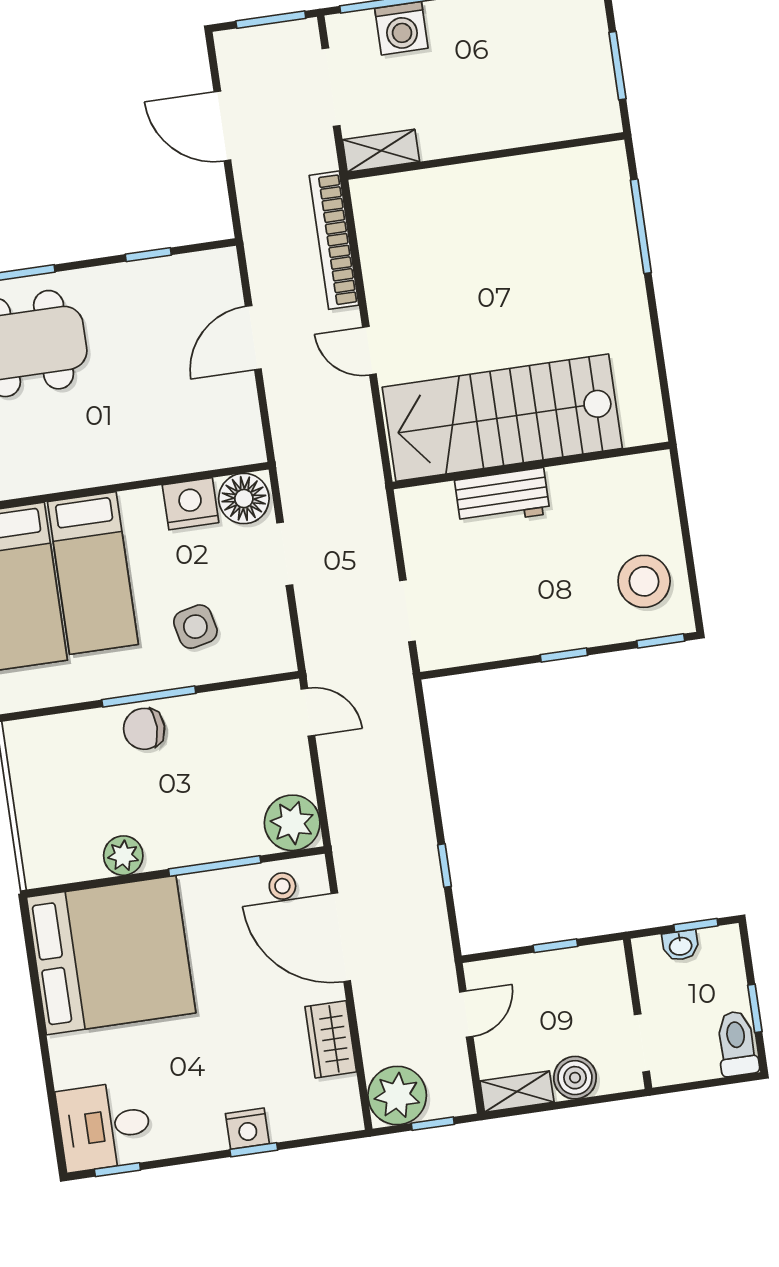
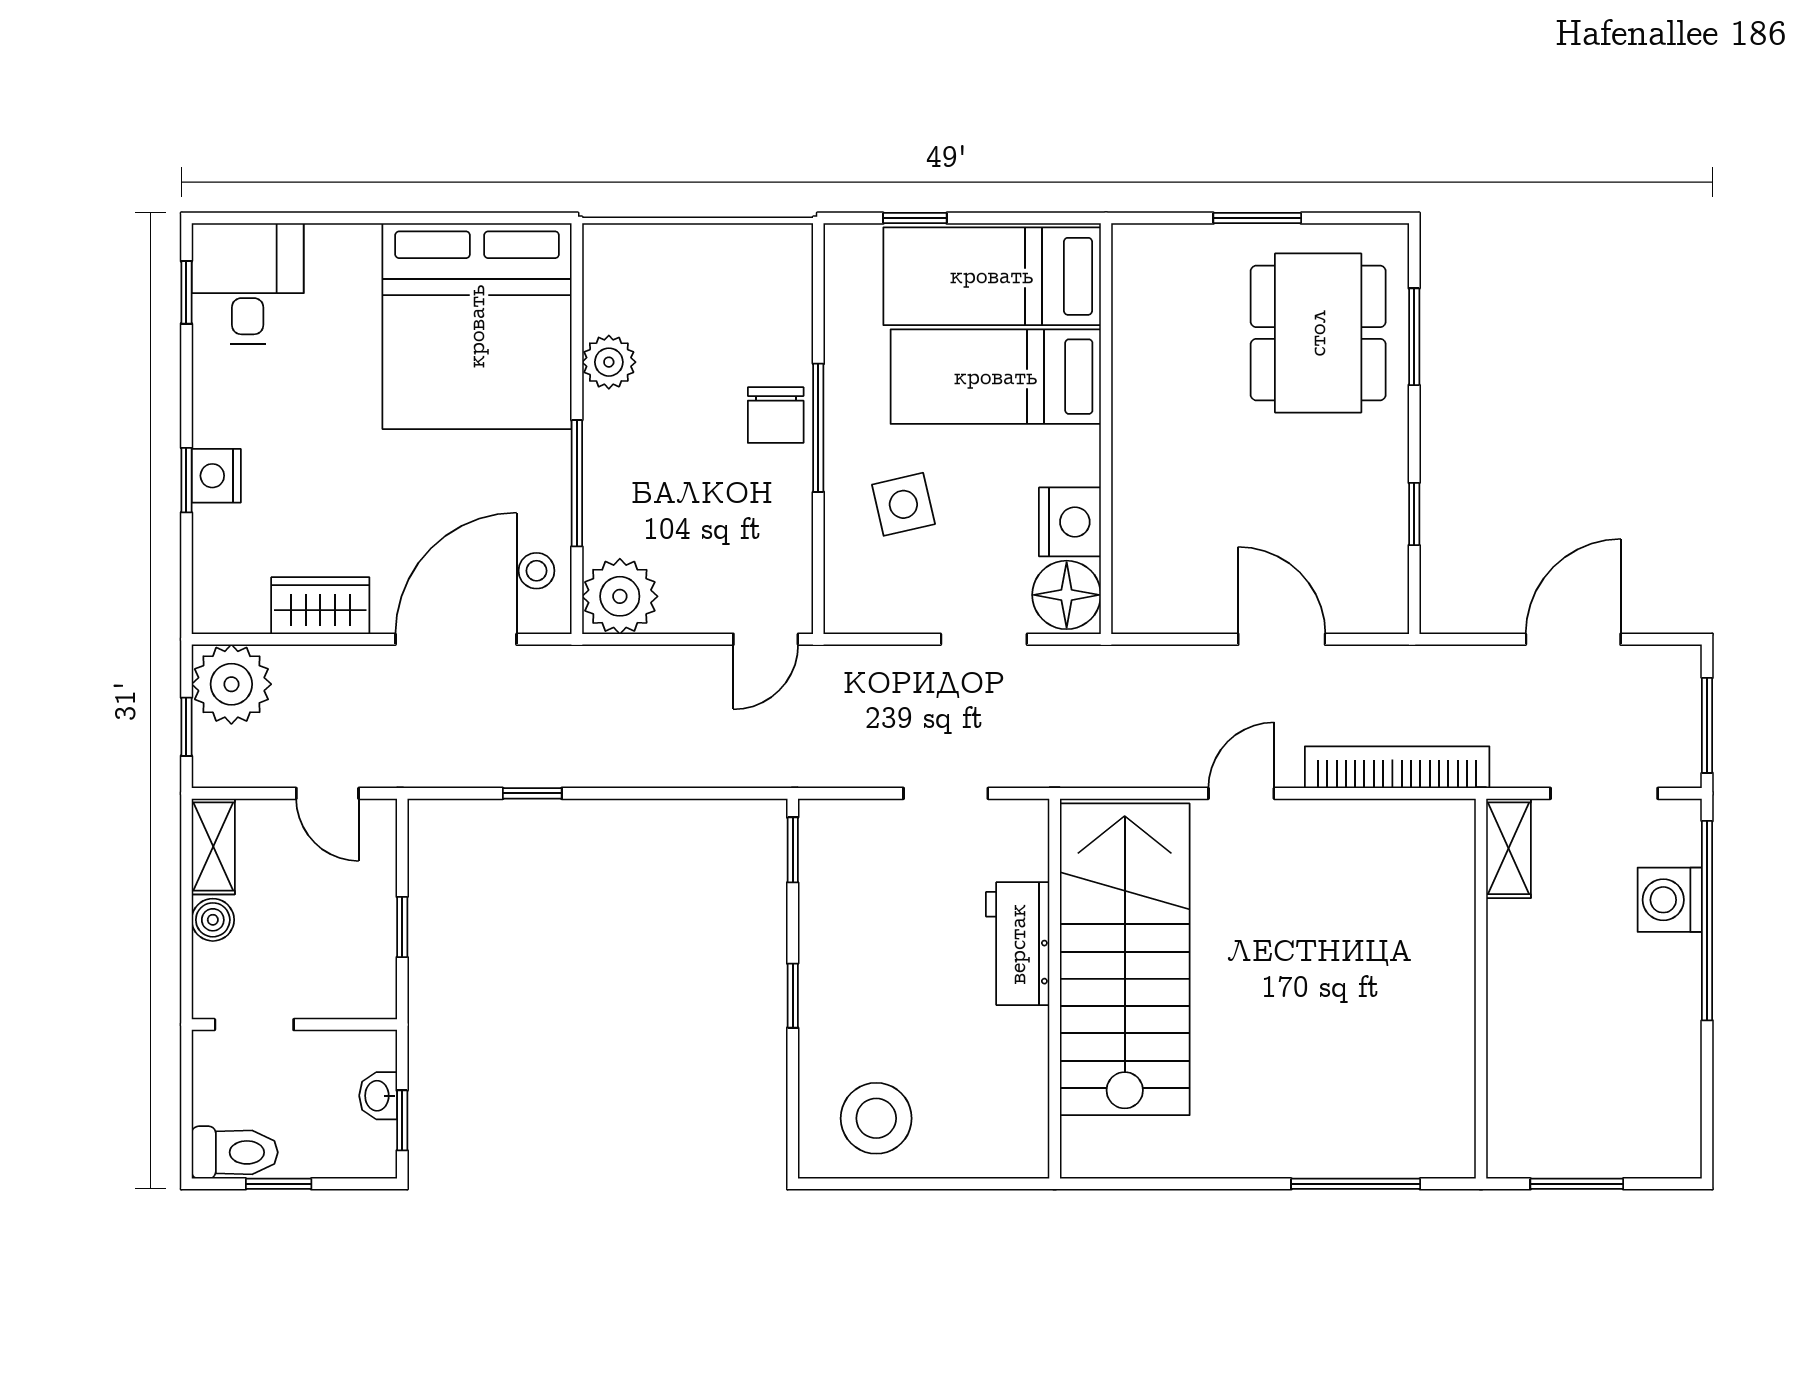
doorway: (407, 611) -> (946, 793), moved
window: (661, 641) -> (793, 850), moved
chair: (144, 729) -> (776, 415), turned 180
boiler: (575, 1078) -> (213, 920), width x0.73, depth x0.73

